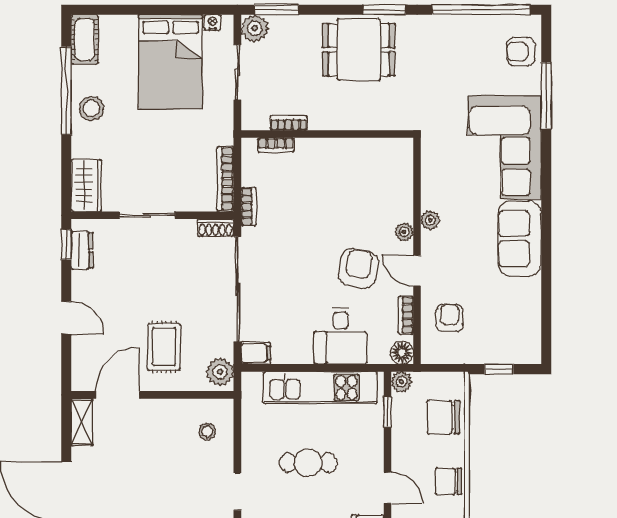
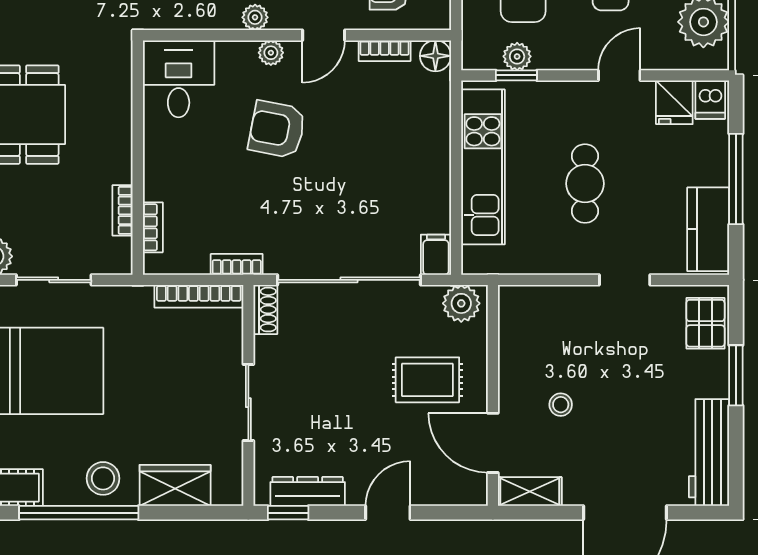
wardrobe: (86, 185) -> (175, 485), moved
dresser: (82, 250) -> (308, 491), width x1.44
armchair: (358, 268) -> (277, 129), moved
desk: (340, 336) -> (179, 79), moved, turned -90
plant: (401, 382) -> (517, 56), moved
stool: (207, 432) -> (561, 405), moved

